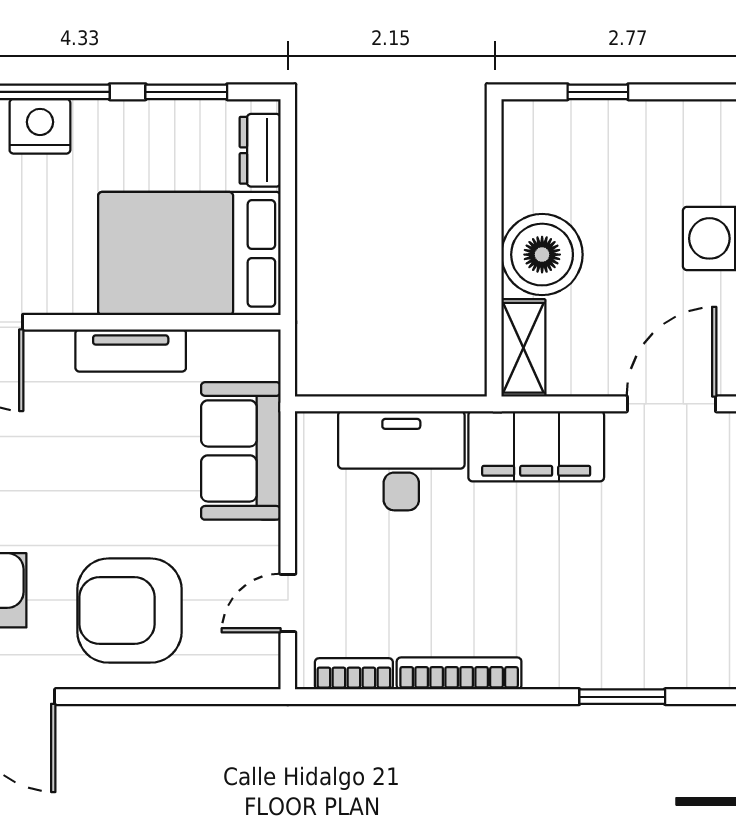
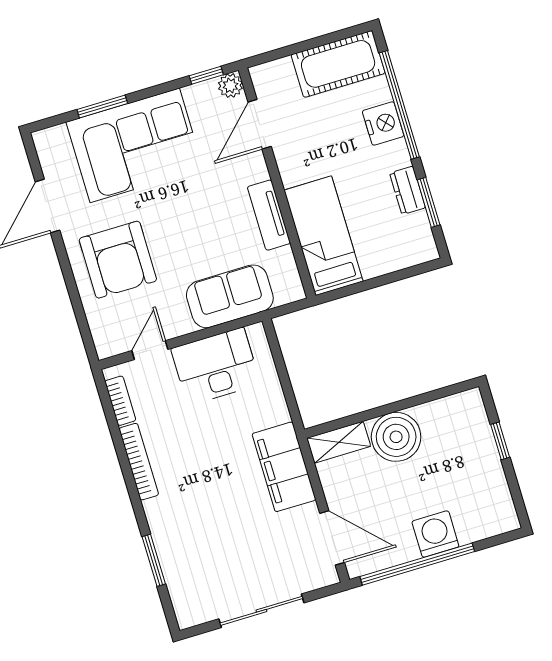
dresser: (260, 150) -> (407, 190), moved, turned -90
bed: (189, 253) -> (323, 236), width x0.67
desk: (401, 461) -> (216, 366), moved, turned -90
door: (288, 603) -> (150, 350), hinge flipped
armchair: (129, 611) -> (118, 260), turned 180

